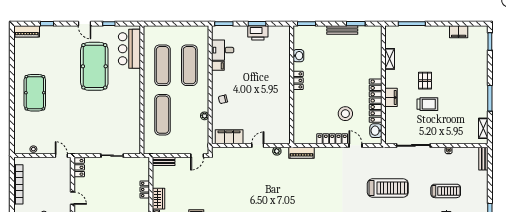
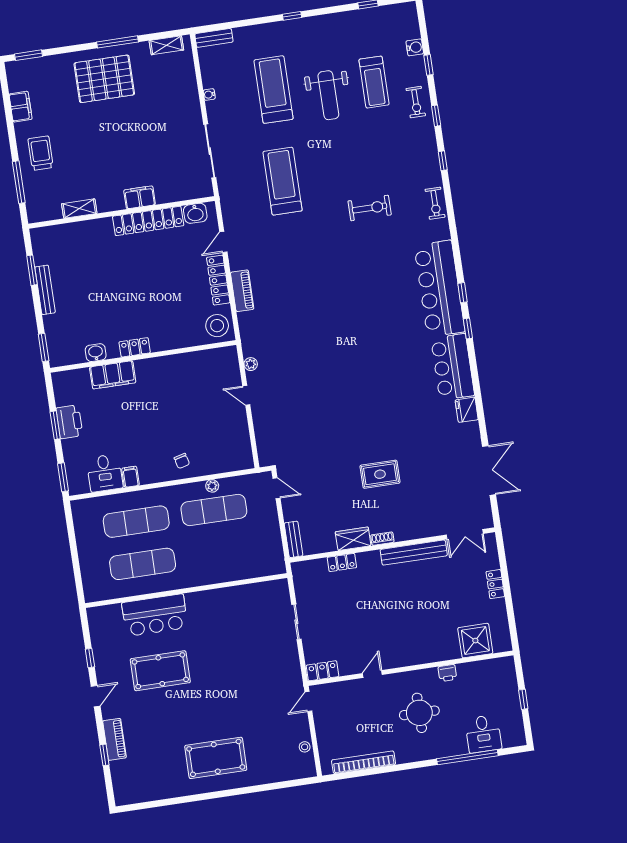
piano: (27, 31) -> (115, 739), moved
bar counter: (129, 49) -> (155, 615), moved
pool table: (94, 66) -> (160, 671), width x0.73, depth x0.76
pallet: (425, 81) -> (104, 79), moved, width x2.05, depth x2.00
trolley: (427, 104) -> (41, 153), moved
stool: (345, 114) -> (217, 326), moved
exercise mat: (162, 115) -> (214, 510), moved
filing cabinet: (229, 137) -> (113, 375), moved, turned -90
piano: (301, 153) -> (242, 291), moved
treadmill: (446, 191) -> (274, 90), width x1.37, depth x1.38

